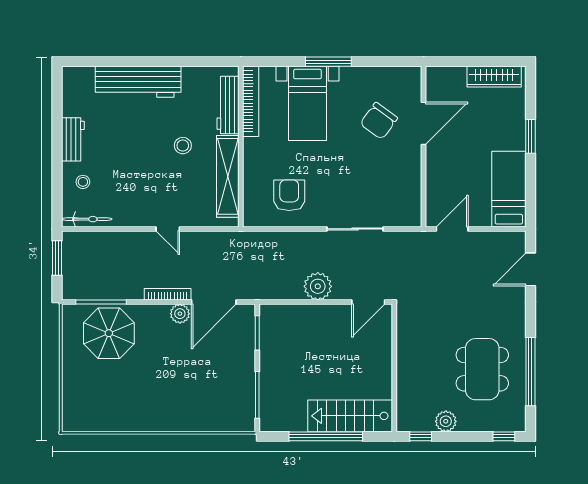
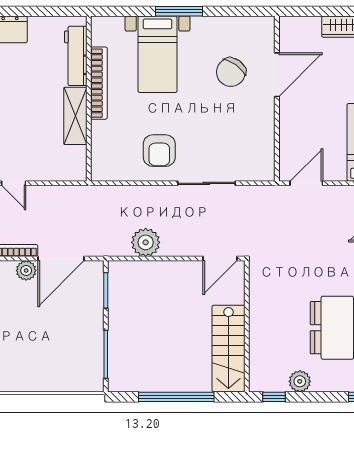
bookcase: (251, 101) -> (99, 83), moved
stool: (183, 146) -> (29, 98), removed
shelving: (228, 176) -> (75, 116), width x0.68
armchair: (289, 195) -> (159, 151), moved, turned 180
plant: (318, 286) -> (146, 242), moved
stairs: (350, 416) -> (228, 349), moved, turned -90

